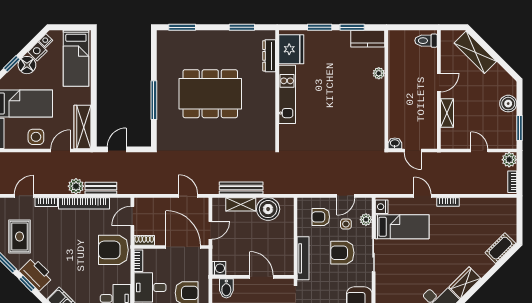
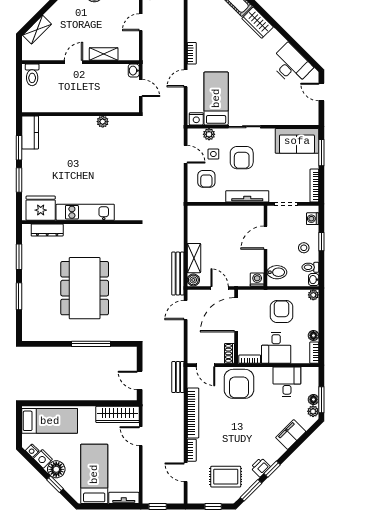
window: (182, 27) -> (19, 296), moved
shelving: (475, 52) -> (37, 30), width x0.67, depth x0.75
plant: (379, 73) -> (103, 122), moved
door: (439, 83) -> (74, 62), hinge flipped
side table: (36, 137) -> (127, 460), removed
washbasin: (395, 143) -> (134, 71), moved
door: (413, 151) -> (141, 88), hinge flipped
plant: (76, 186) -> (176, 421), removed
bench: (101, 188) -> (178, 377), moved
bench: (241, 188) -> (178, 274), moved
boiler: (268, 209) -> (193, 280), moved, width x0.54, depth x0.54
printer: (36, 274) -> (260, 467), width x0.53, depth x0.68
wardrobe: (465, 283) -> (258, 23), moved

